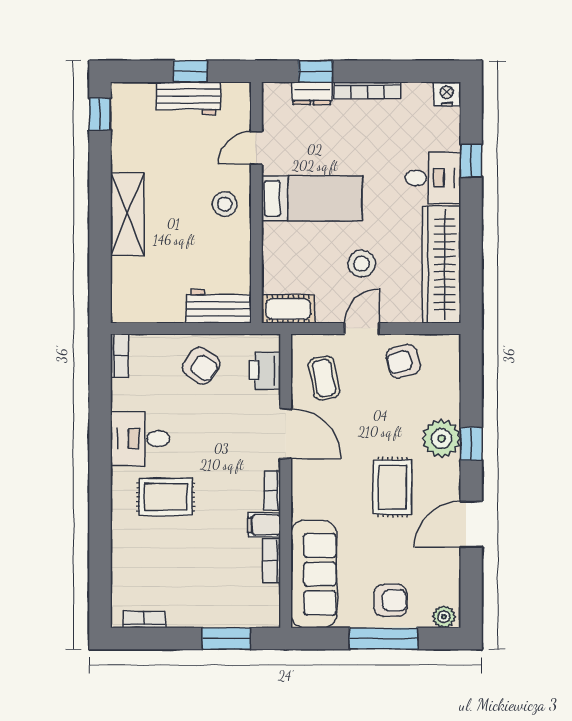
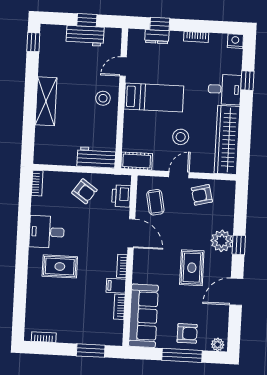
bookcase: (367, 90) -> (196, 37), width x0.64

